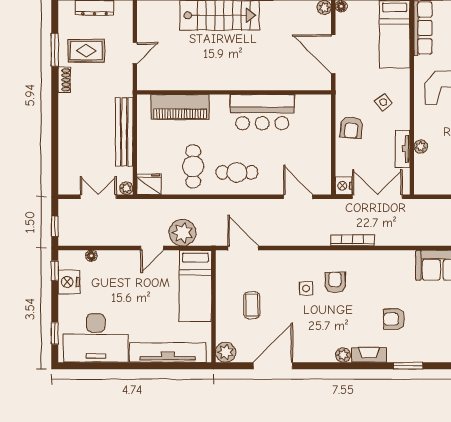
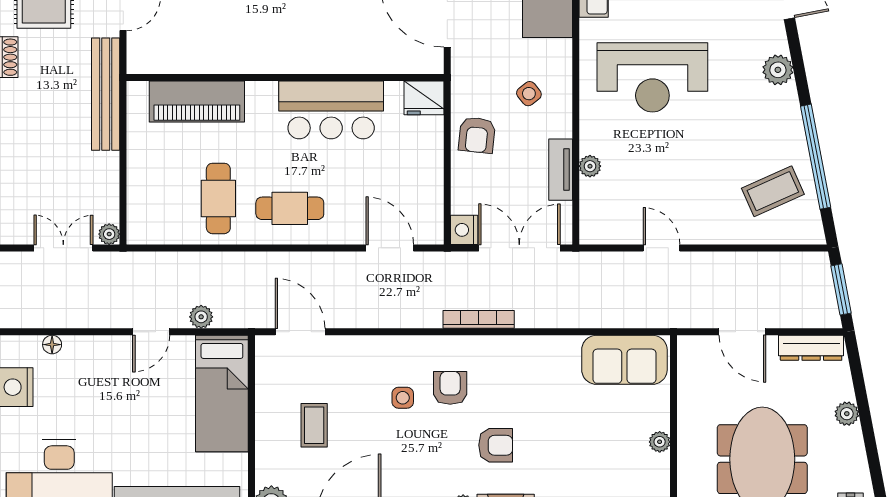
bench: (124, 132) -> (106, 94), moved
fridge: (149, 184) -> (424, 98), moved, turned 180
plant: (183, 233) -> (201, 317), width x0.53, depth x0.53
armchair: (394, 319) -> (496, 445), moved, turned 180

